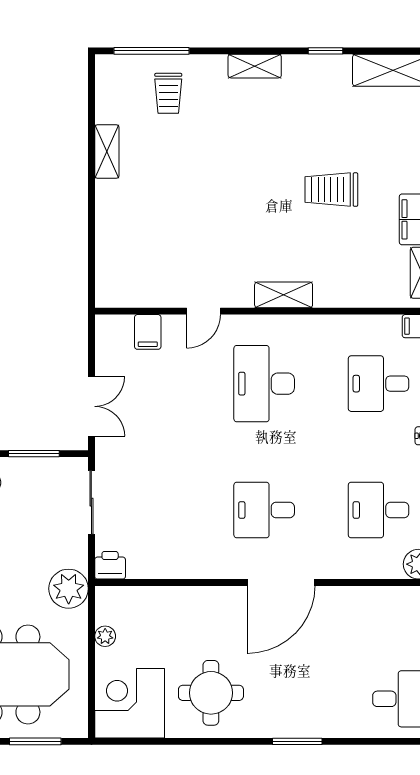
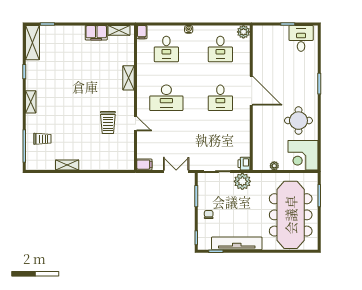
trolley: (331, 190) -> (108, 122), moved
shelving: (284, 295) -> (128, 78), moved
filing cabinet: (148, 332) -> (144, 165), moved
plant: (69, 589) -> (242, 181), moved

